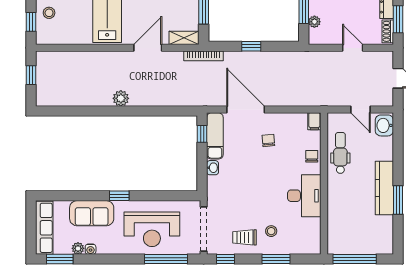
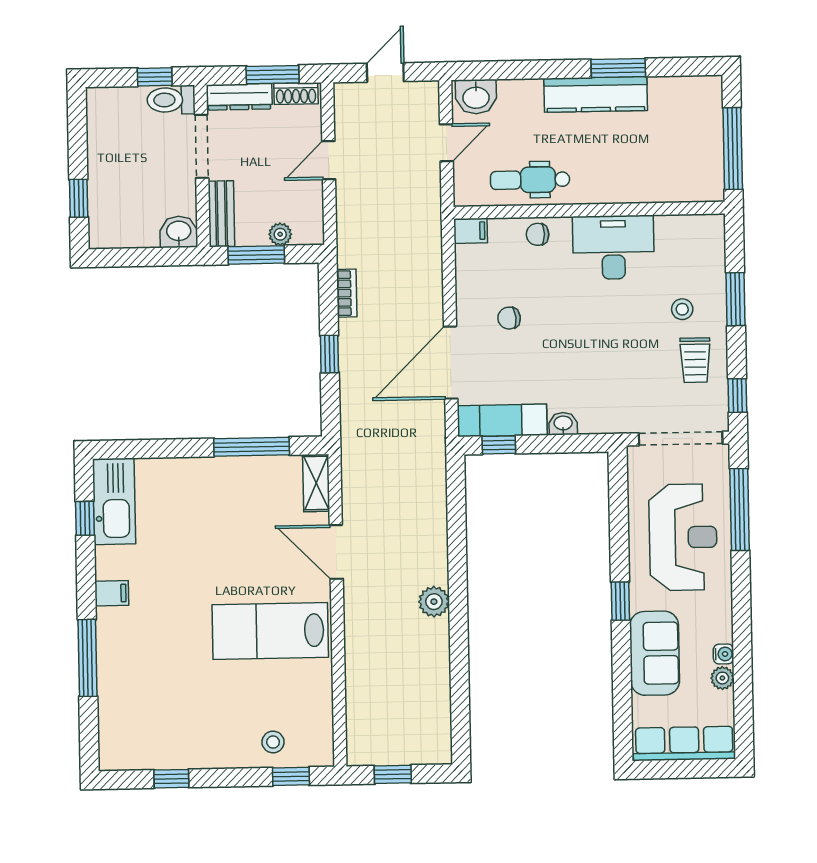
bookcase: (203, 56) -> (347, 293), moved, width x0.64
window: (60, 259) -> (743, 713), removed

